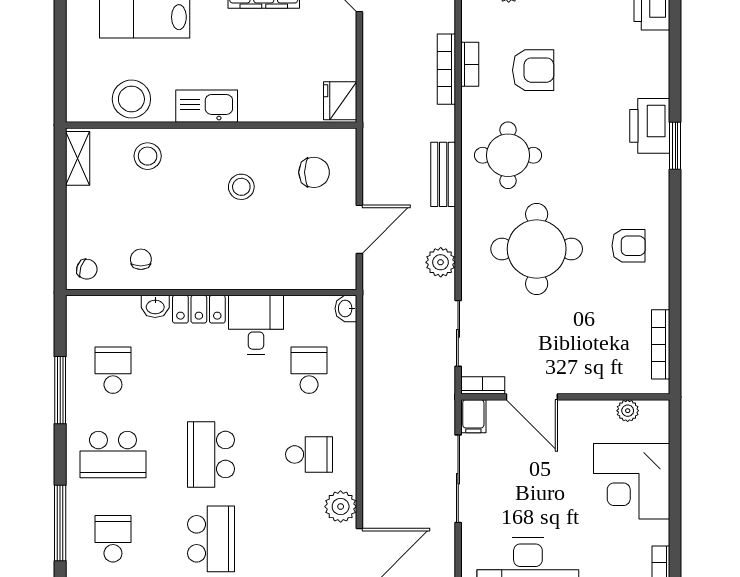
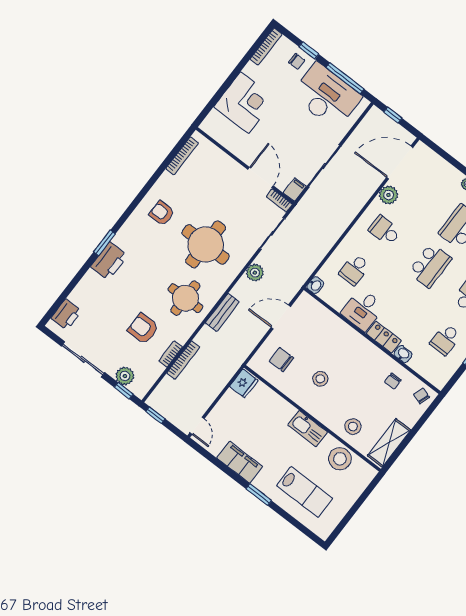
shelving: (78, 158) -> (389, 443), width x1.50, depth x1.33
plant: (628, 411) -> (221, 137), removed

